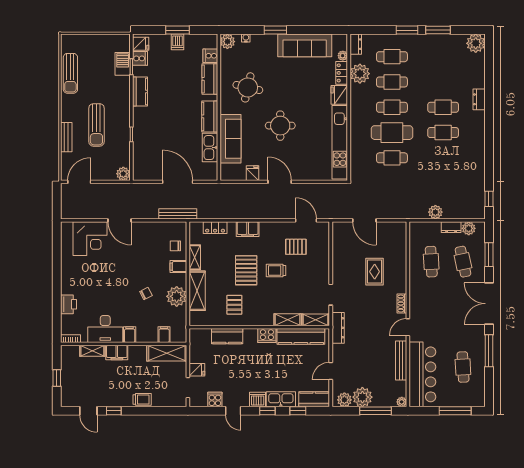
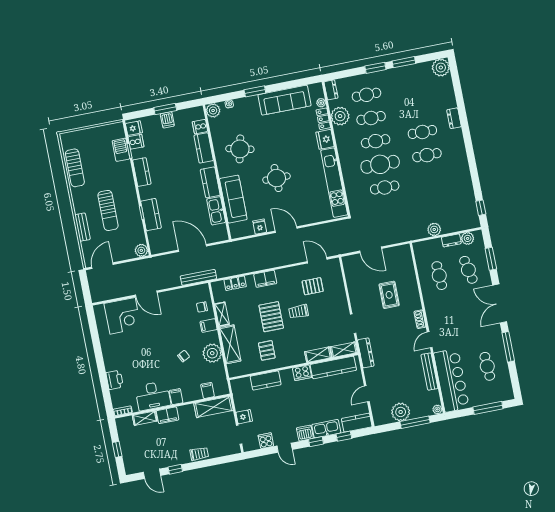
kitchen counter: (141, 138) -> (151, 215), added
plant: (344, 400) -> (385, 418), removed

